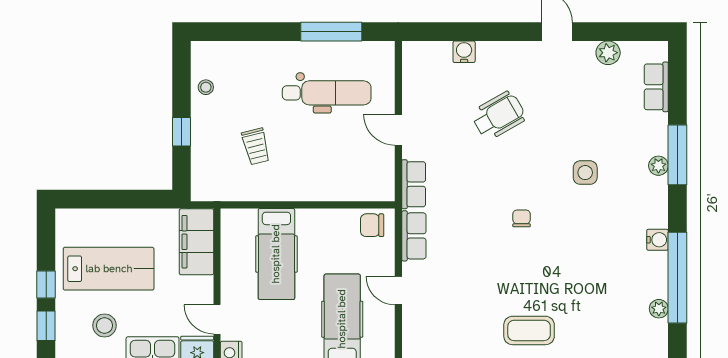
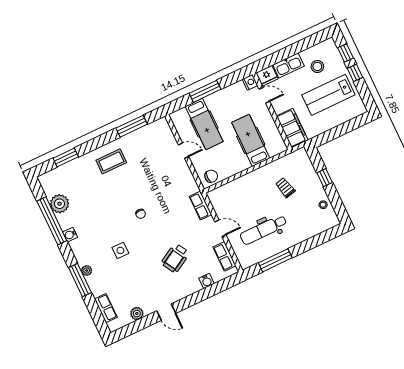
row of seats: (414, 236) -> (225, 256), moved
plant: (659, 309) -> (60, 204), width x1.88, depth x1.88

